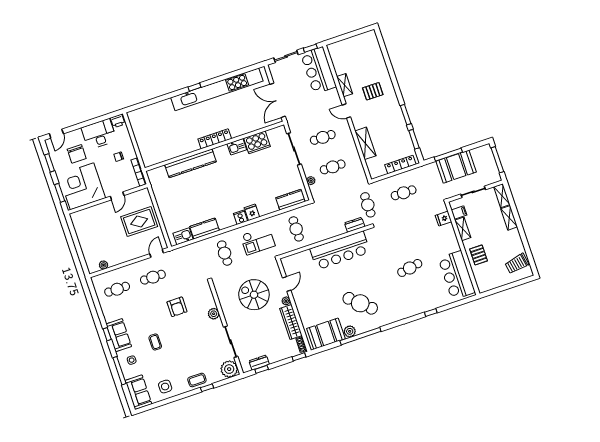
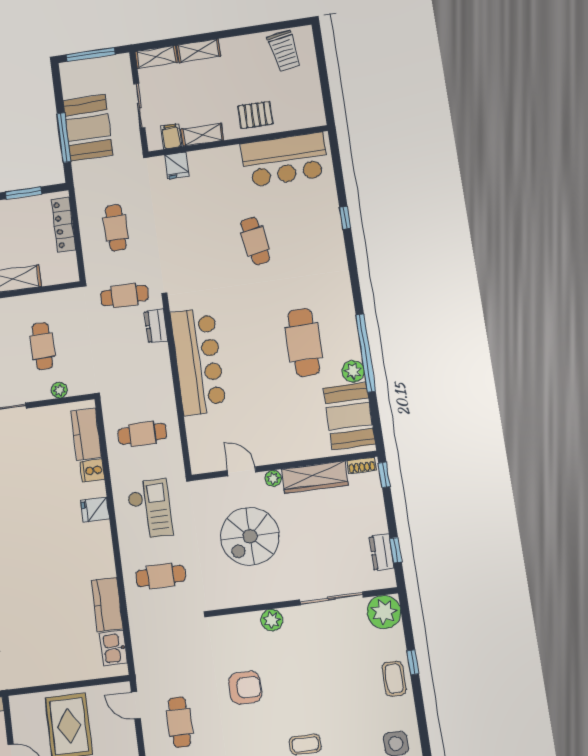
cooker: (241, 217) -> (92, 470), moved
cafe table: (360, 303) -> (304, 342), turned -42

